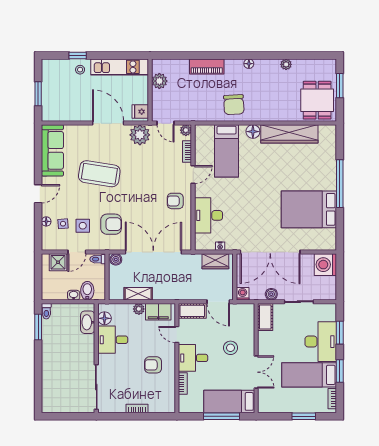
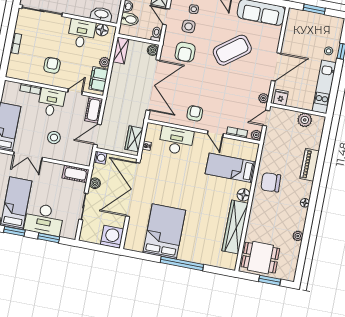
plant: (140, 135) -> (263, 98), width x0.53, depth x0.53
coffee table: (99, 174) -> (232, 50), turned 44
shelving: (138, 294) -> (121, 50), moved

